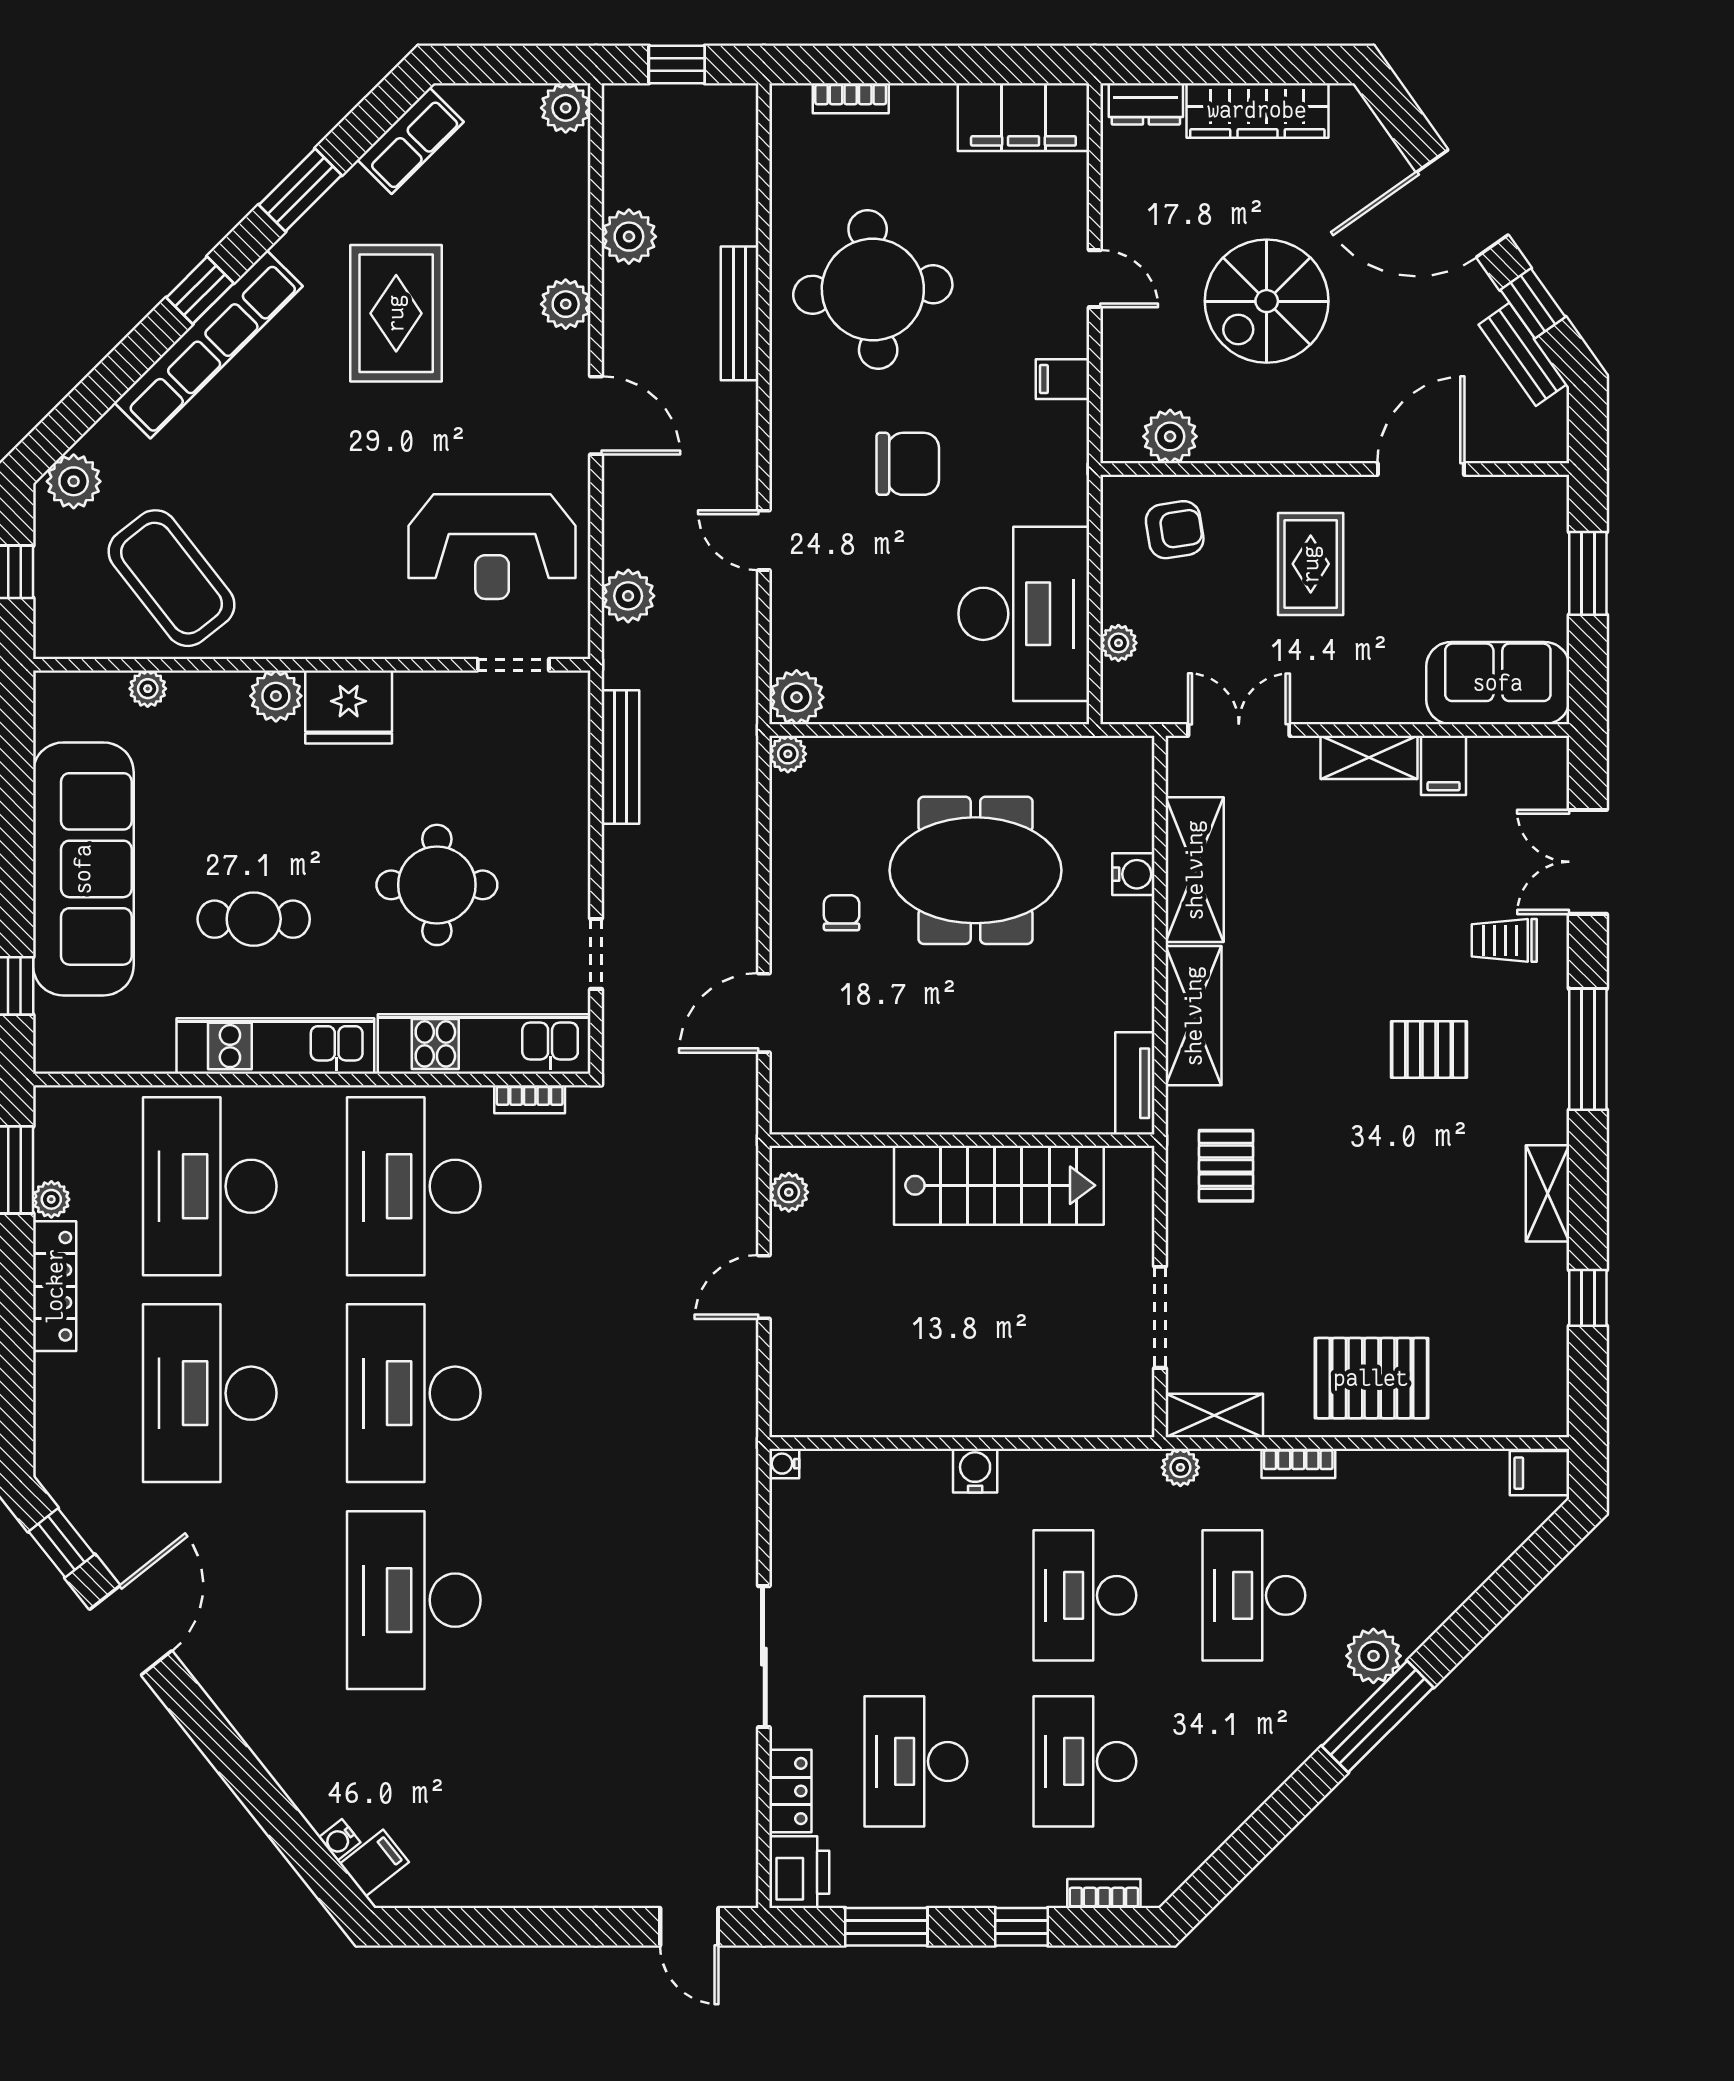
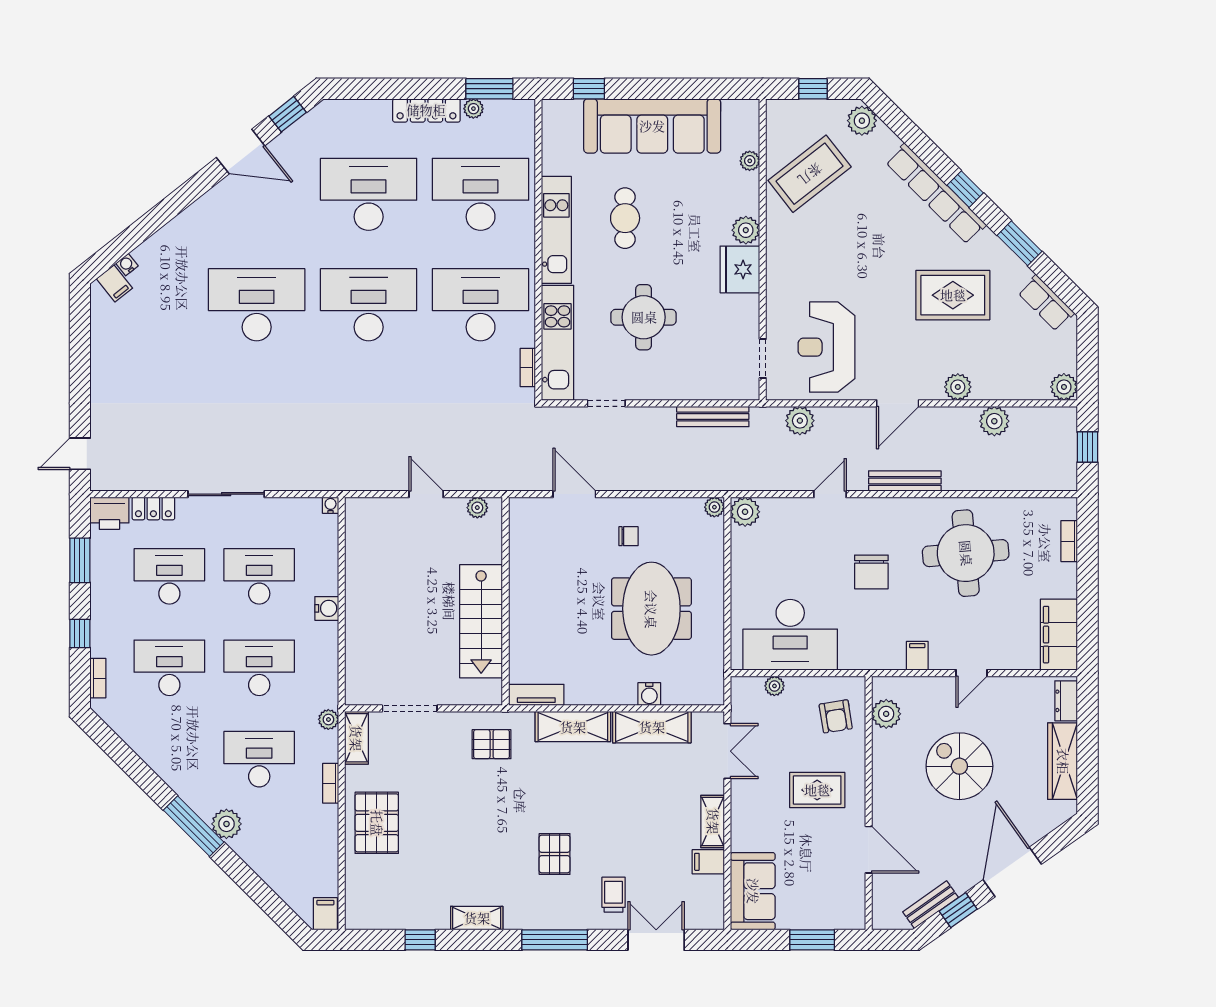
bench: (740, 313) -> (905, 481), moved
desk: (916, 1595) -> (259, 576), added

